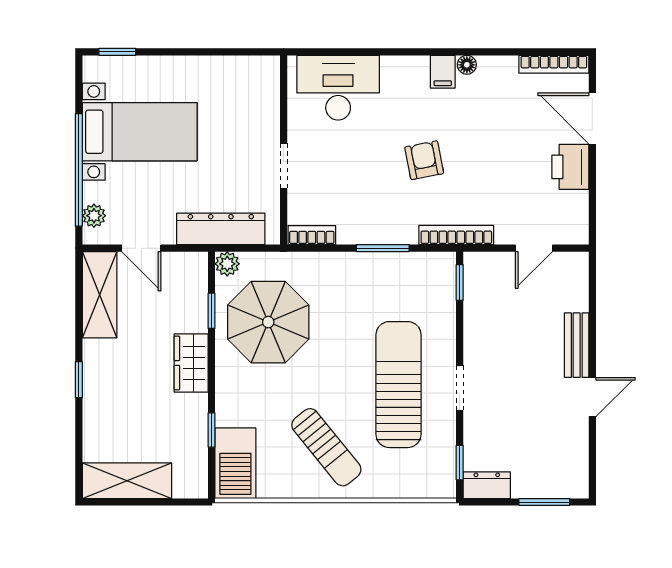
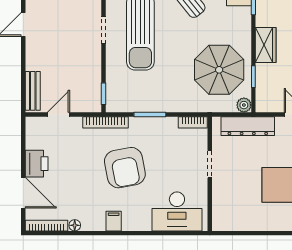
floor lamp: (467, 65) -> (75, 225), moved
armchair: (424, 160) -> (125, 168), width x1.88, depth x1.88
bench: (577, 345) -> (33, 91), moved

